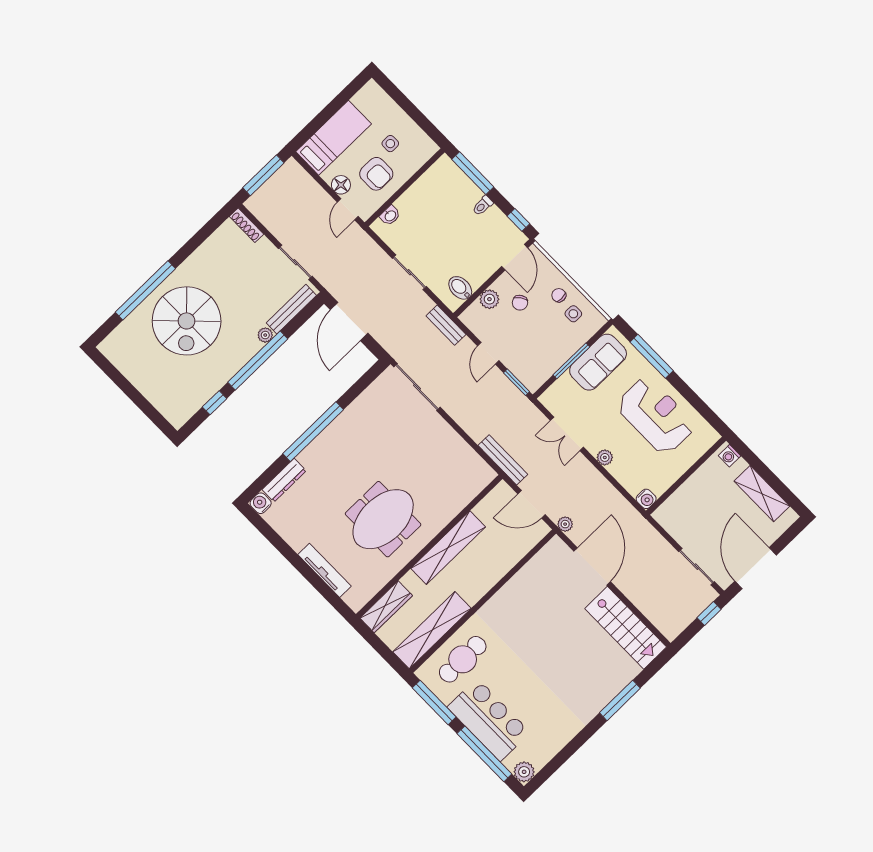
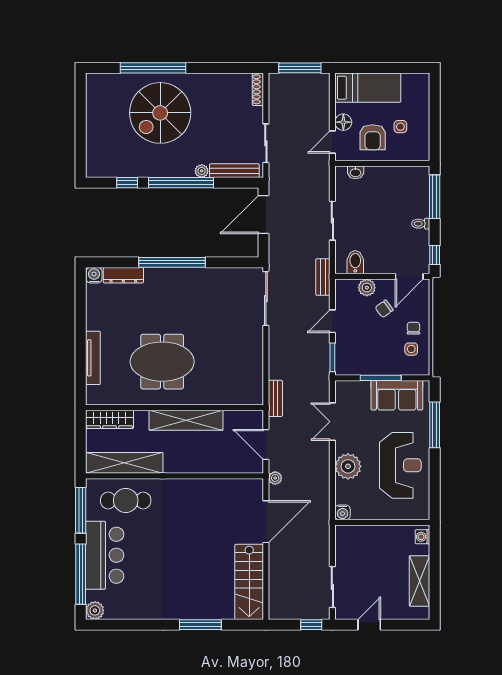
plant: (605, 457) -> (348, 466), width x1.88, depth x1.88
bench: (503, 460) -> (275, 398), width x0.73
door: (756, 568) -> (369, 625), width x0.53

